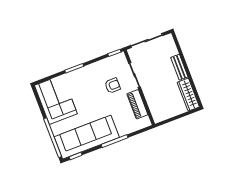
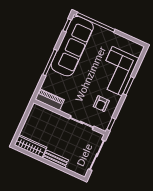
armchair: (113, 86) -> (101, 104), moved
corner sofa: (56, 100) -> (117, 71), moved, turned 90
piano: (137, 104) -> (50, 100), moved

